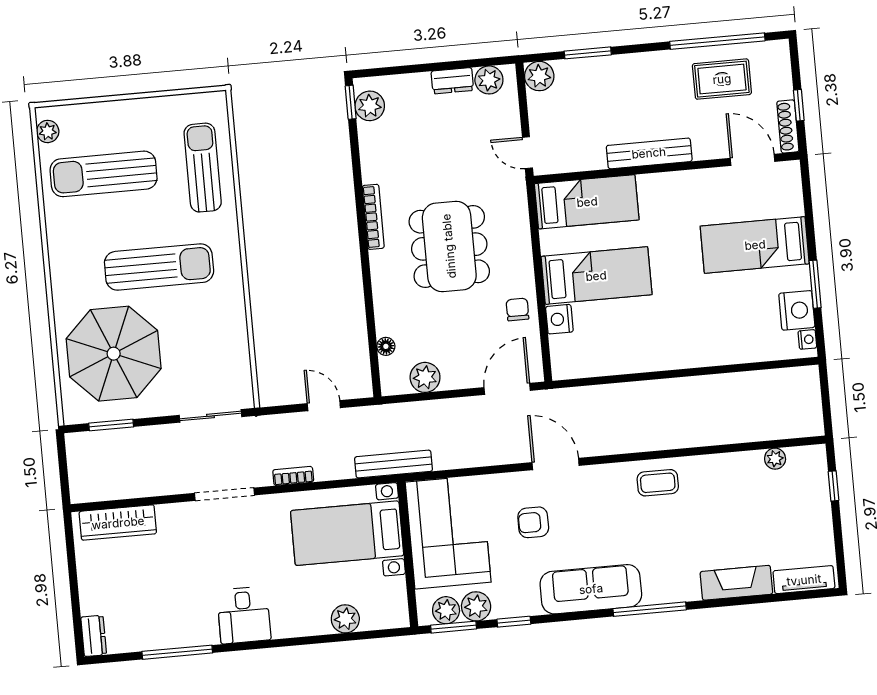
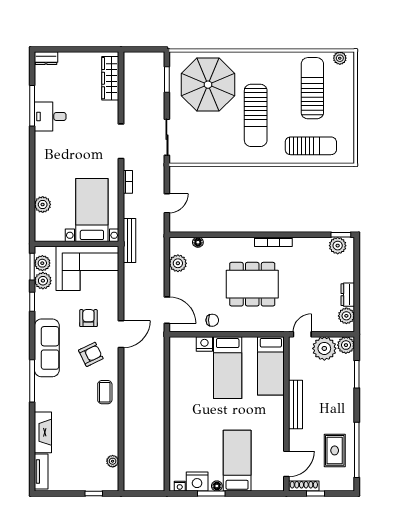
plant: (548, 113) -> (324, 348), added
floor lamp: (801, 276) -> (217, 486), added
armchair: (595, 513) -> (91, 354), added
desk: (244, 615) -> (50, 117), moved

